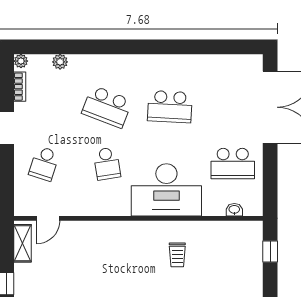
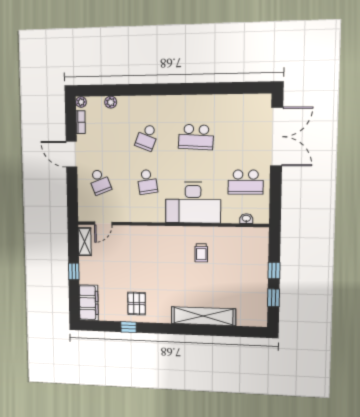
school desk: (107, 107) -> (147, 137), width x0.54
school desk: (44, 164) -> (100, 182), turned -39
window: (270, 251) -> (274, 271), moved

